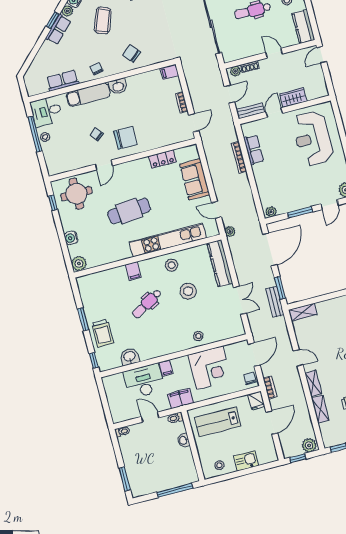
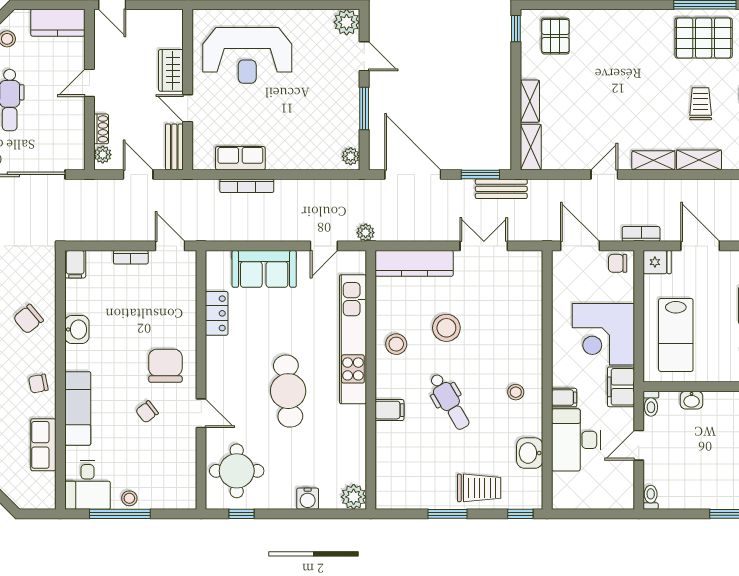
washbasin: (118, 86) -> (77, 329), moved
shelving: (329, 305) -> (530, 101), added
stool: (198, 336) -> (516, 392), moved
corner desk: (210, 368) -> (603, 334), moved, turned 180

